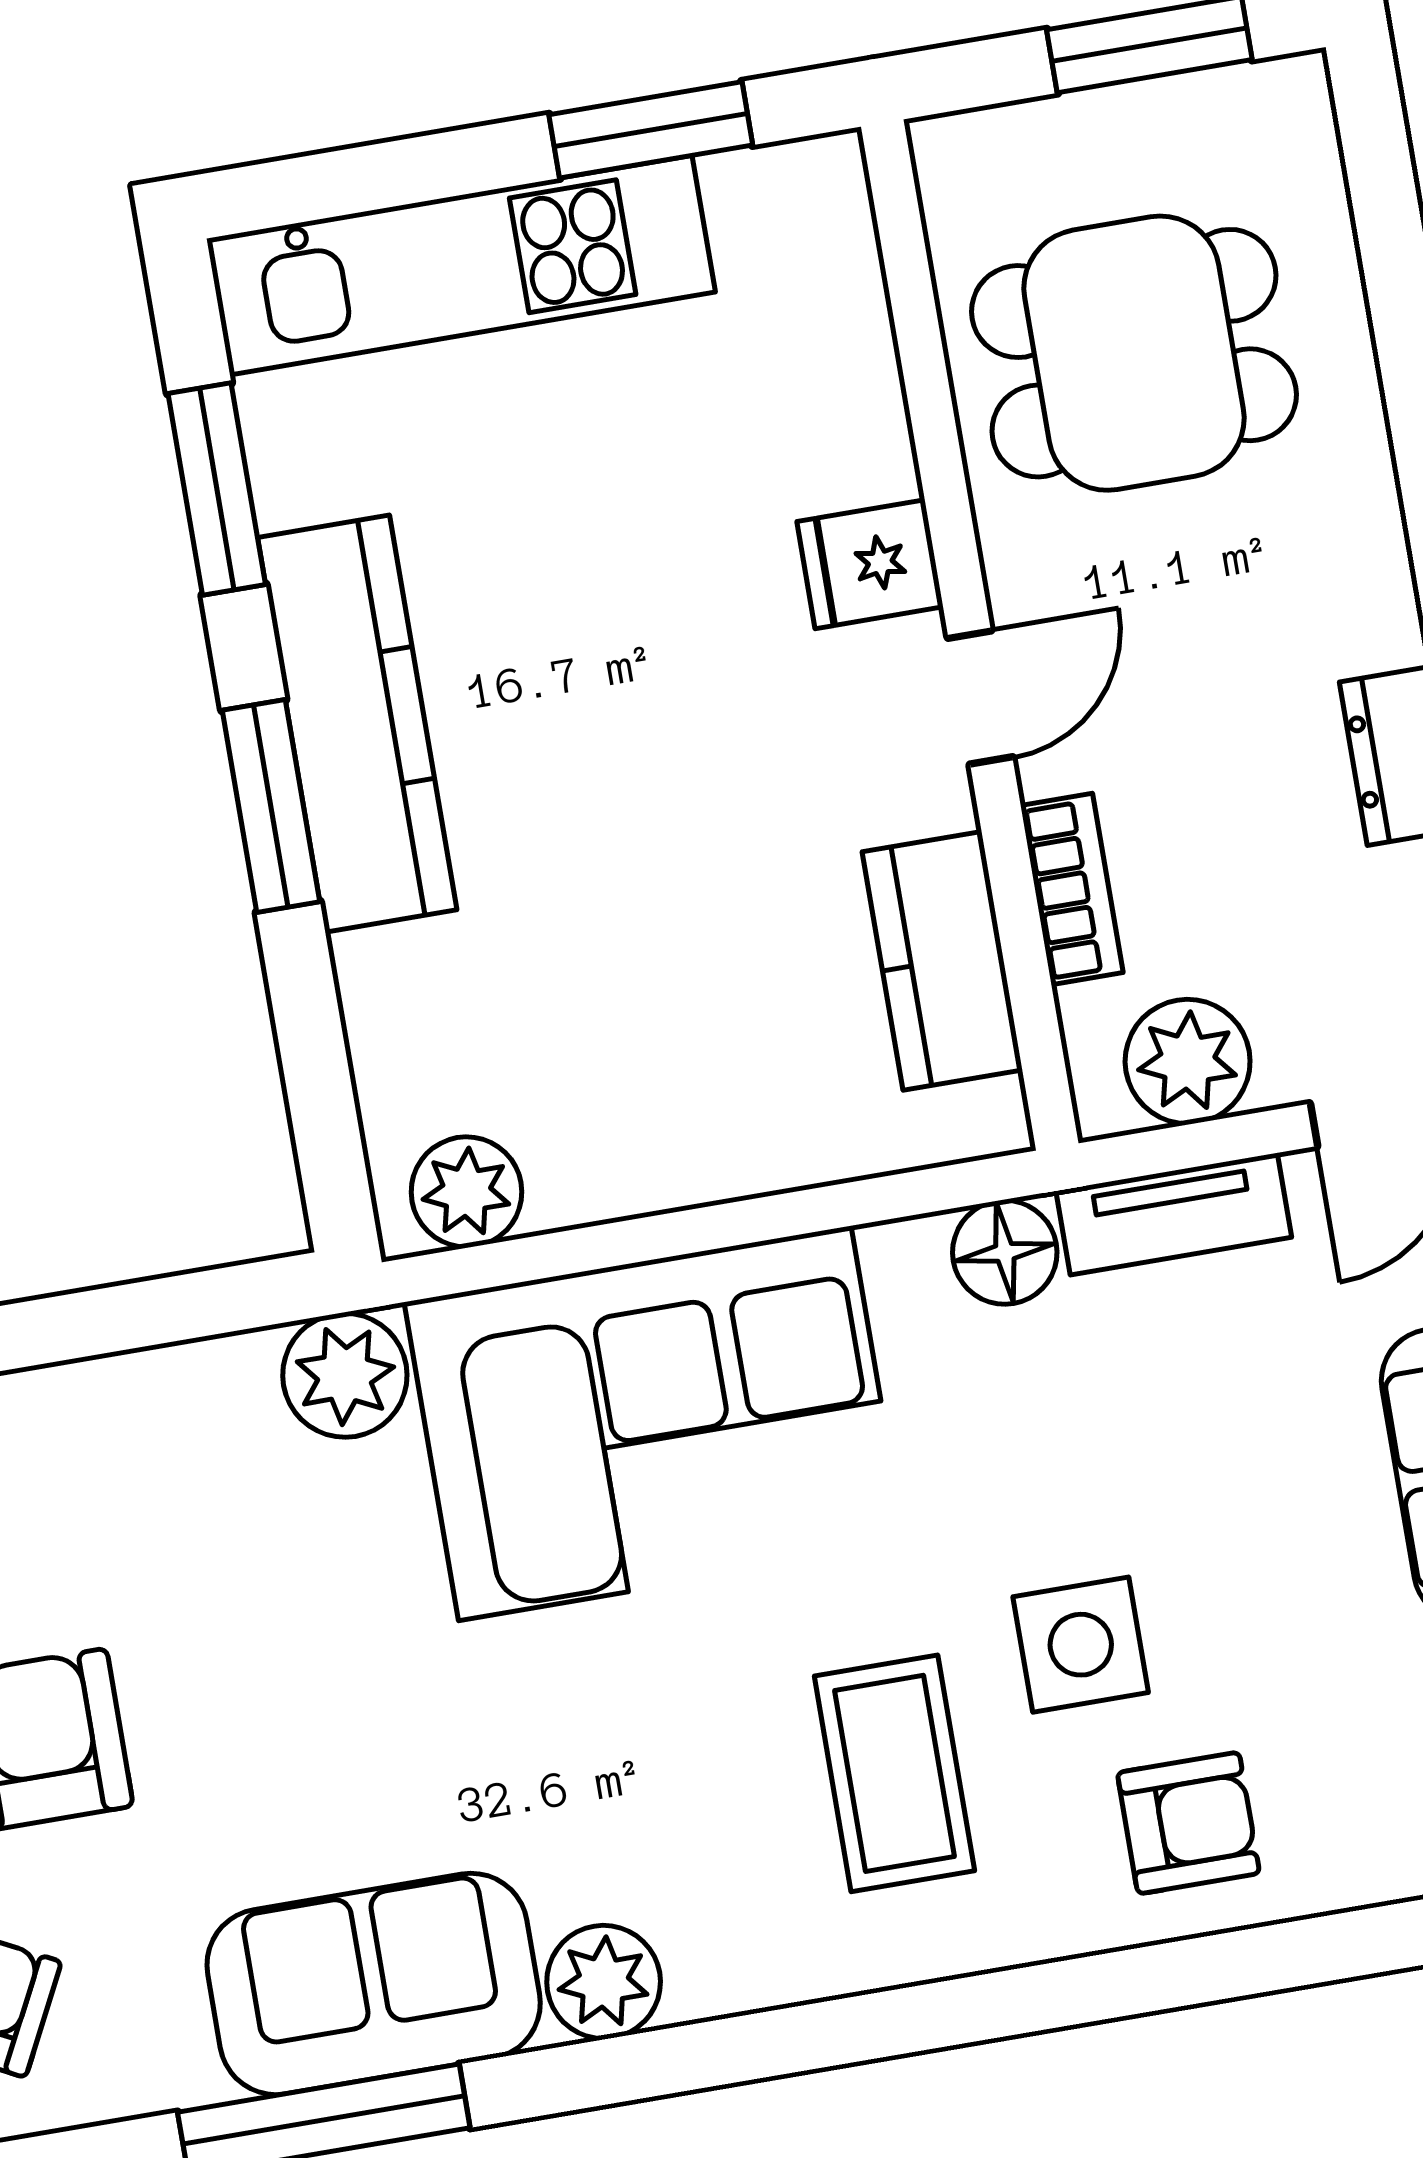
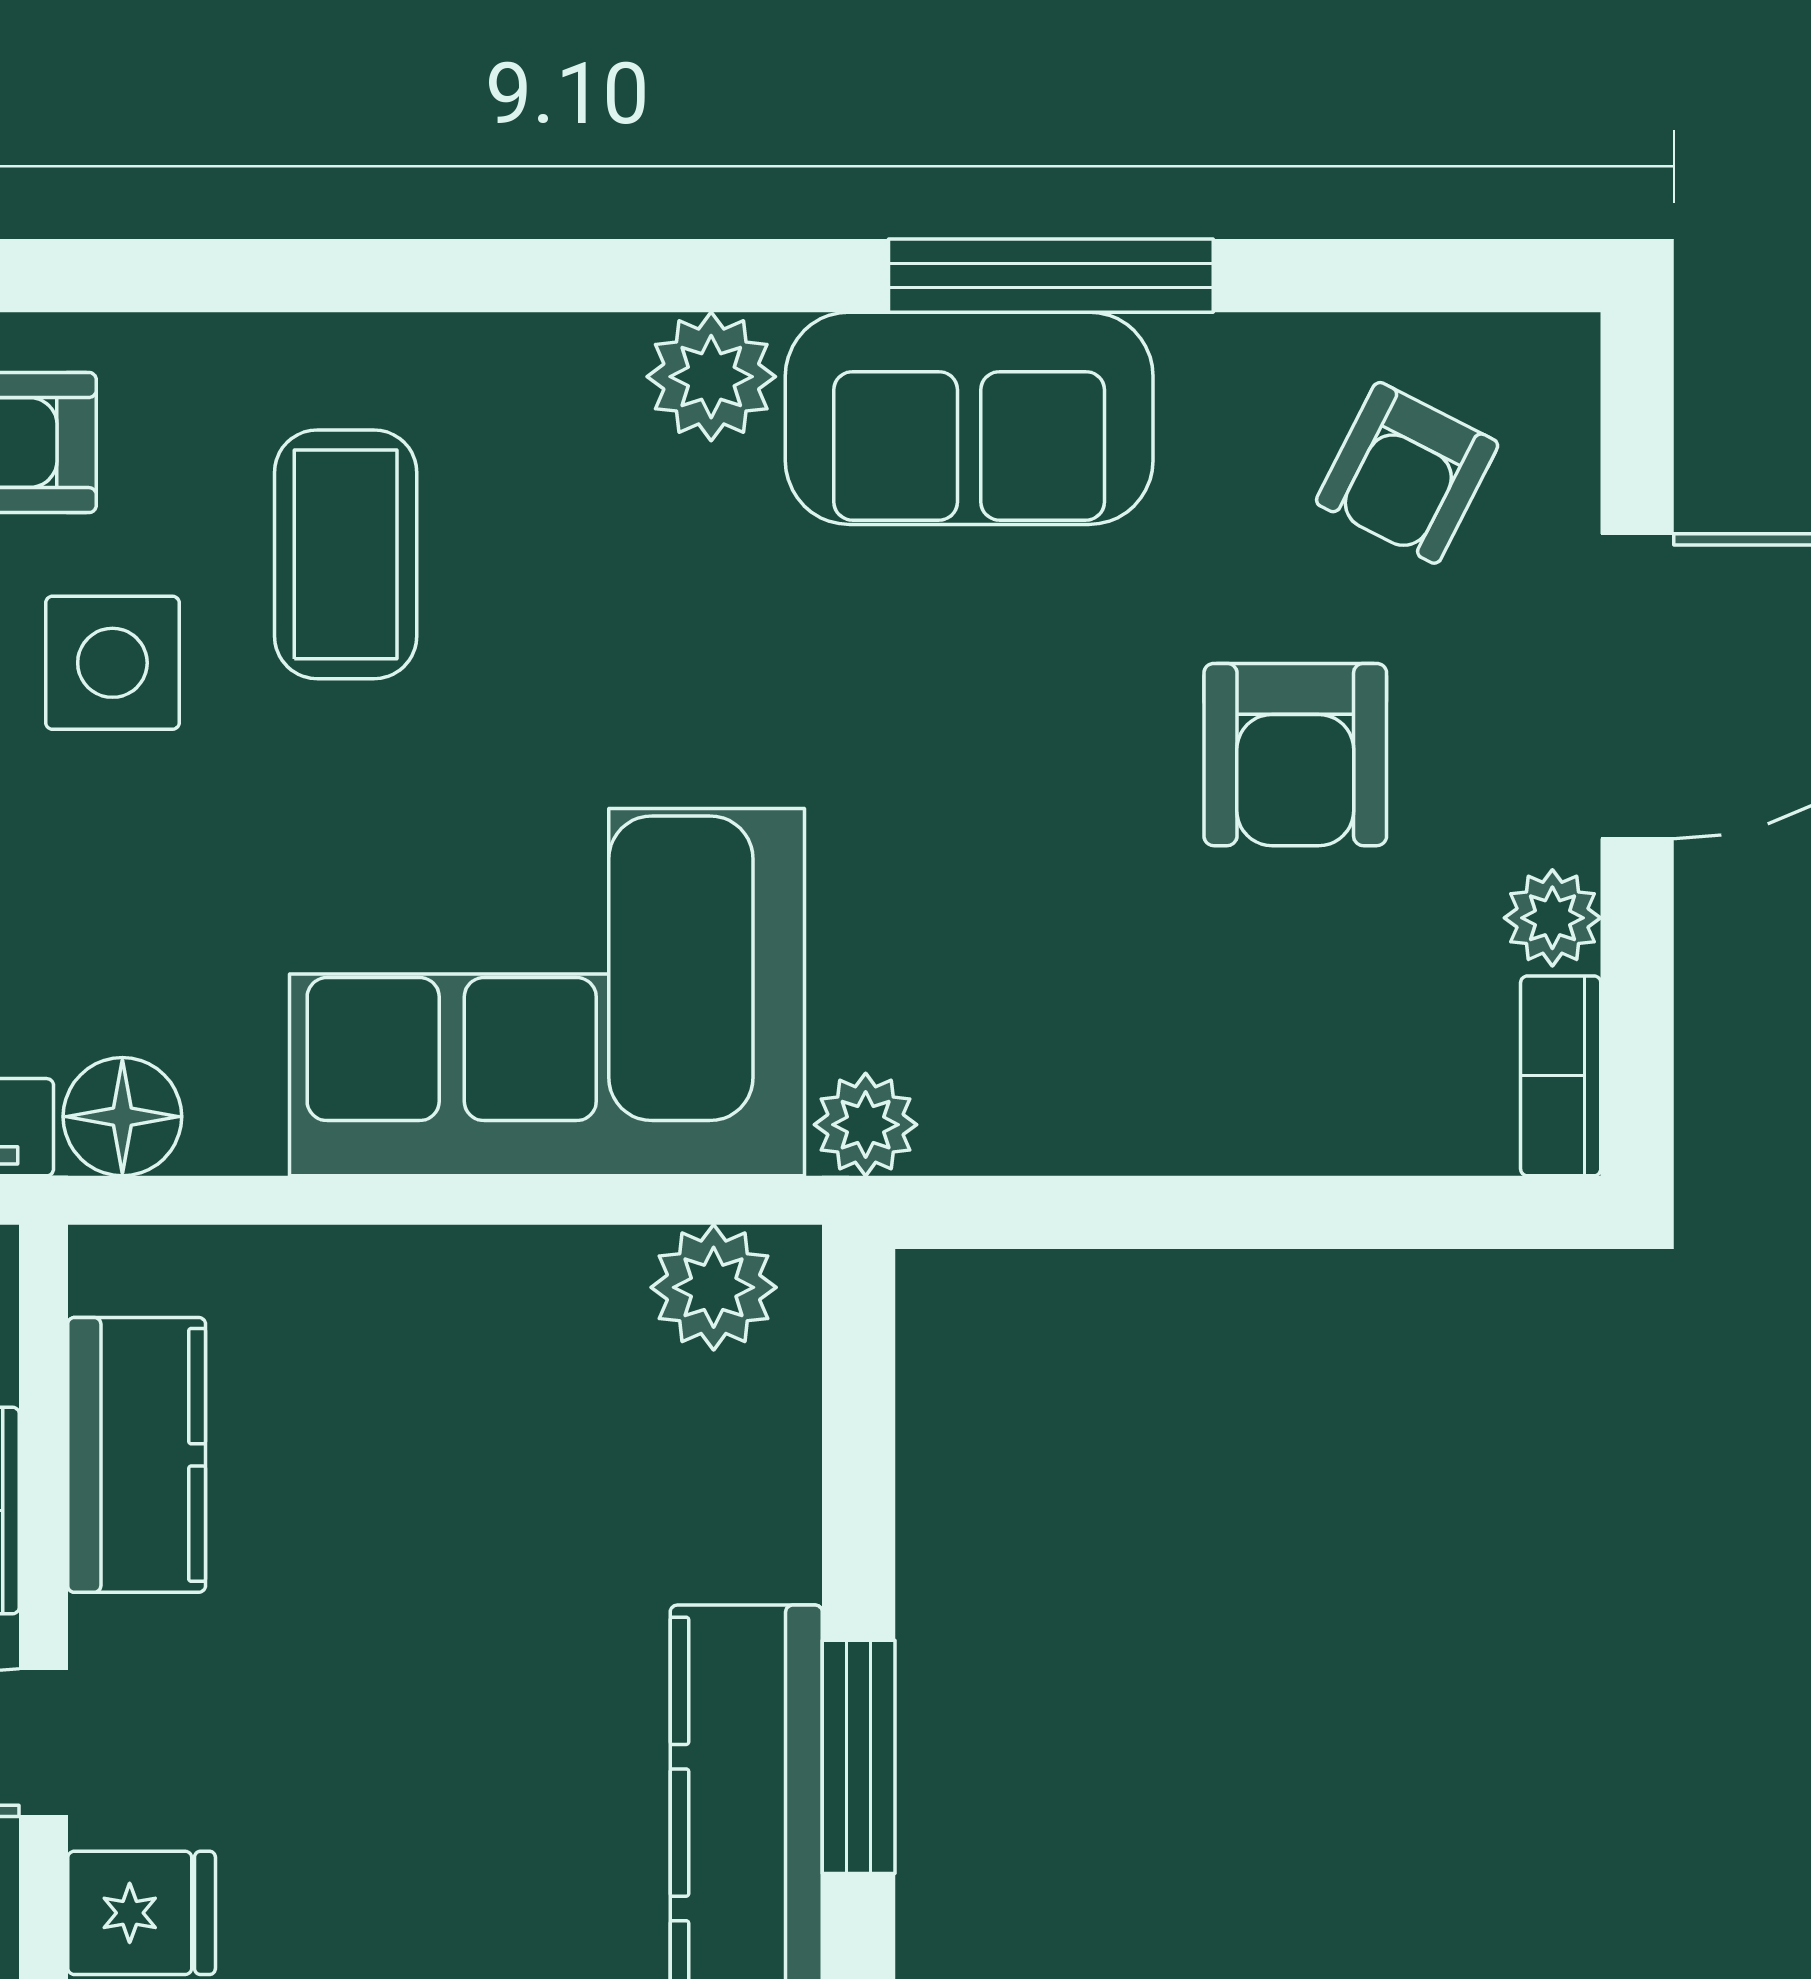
plant: (345, 1375) -> (866, 1125), width x0.73, depth x0.73

